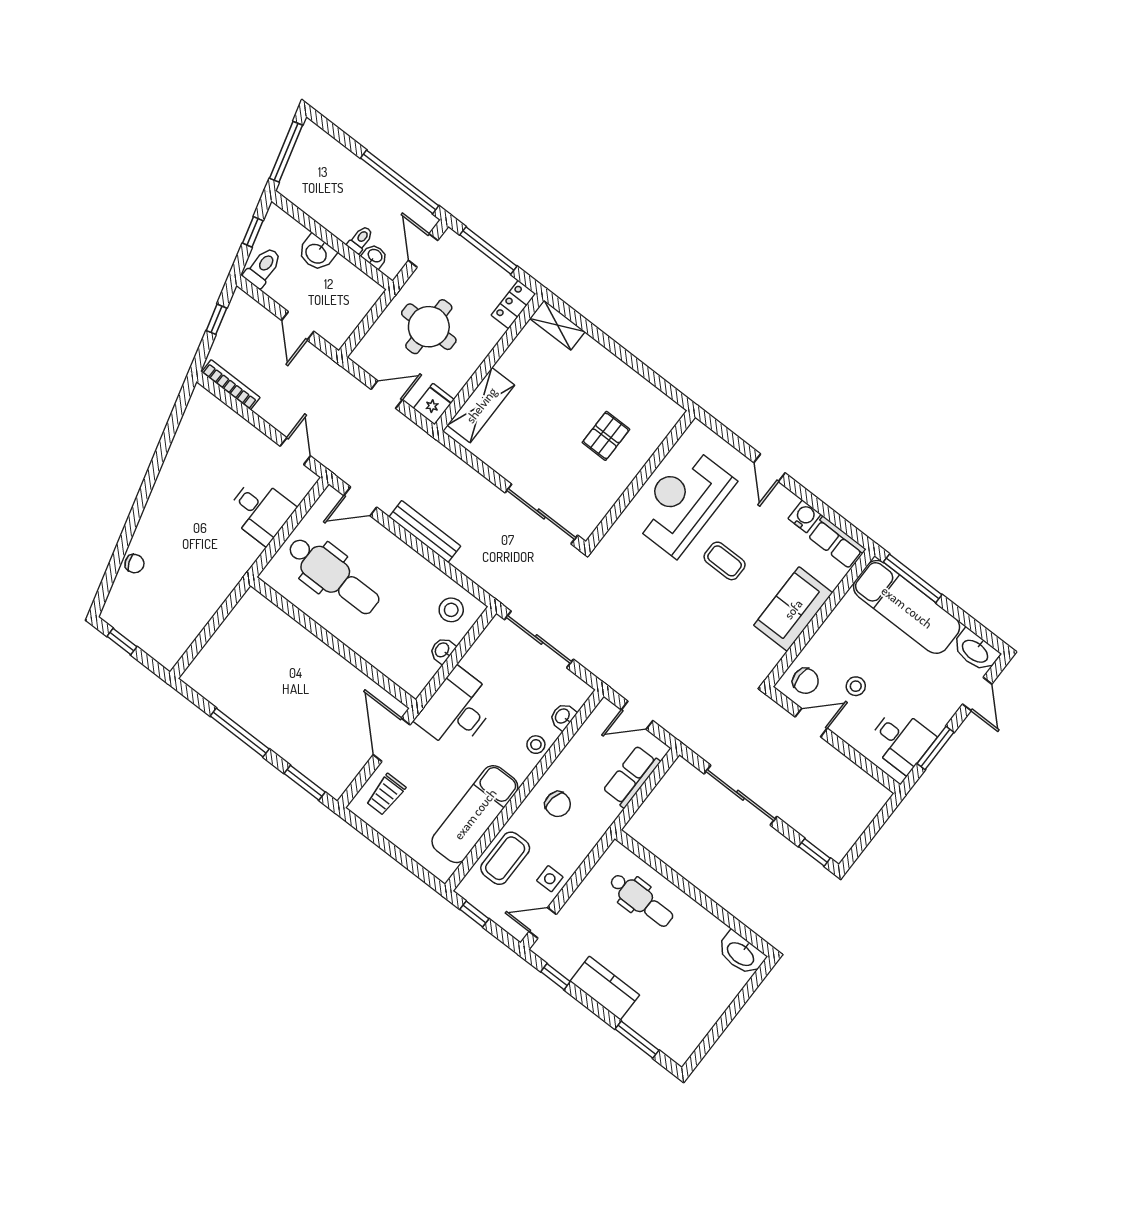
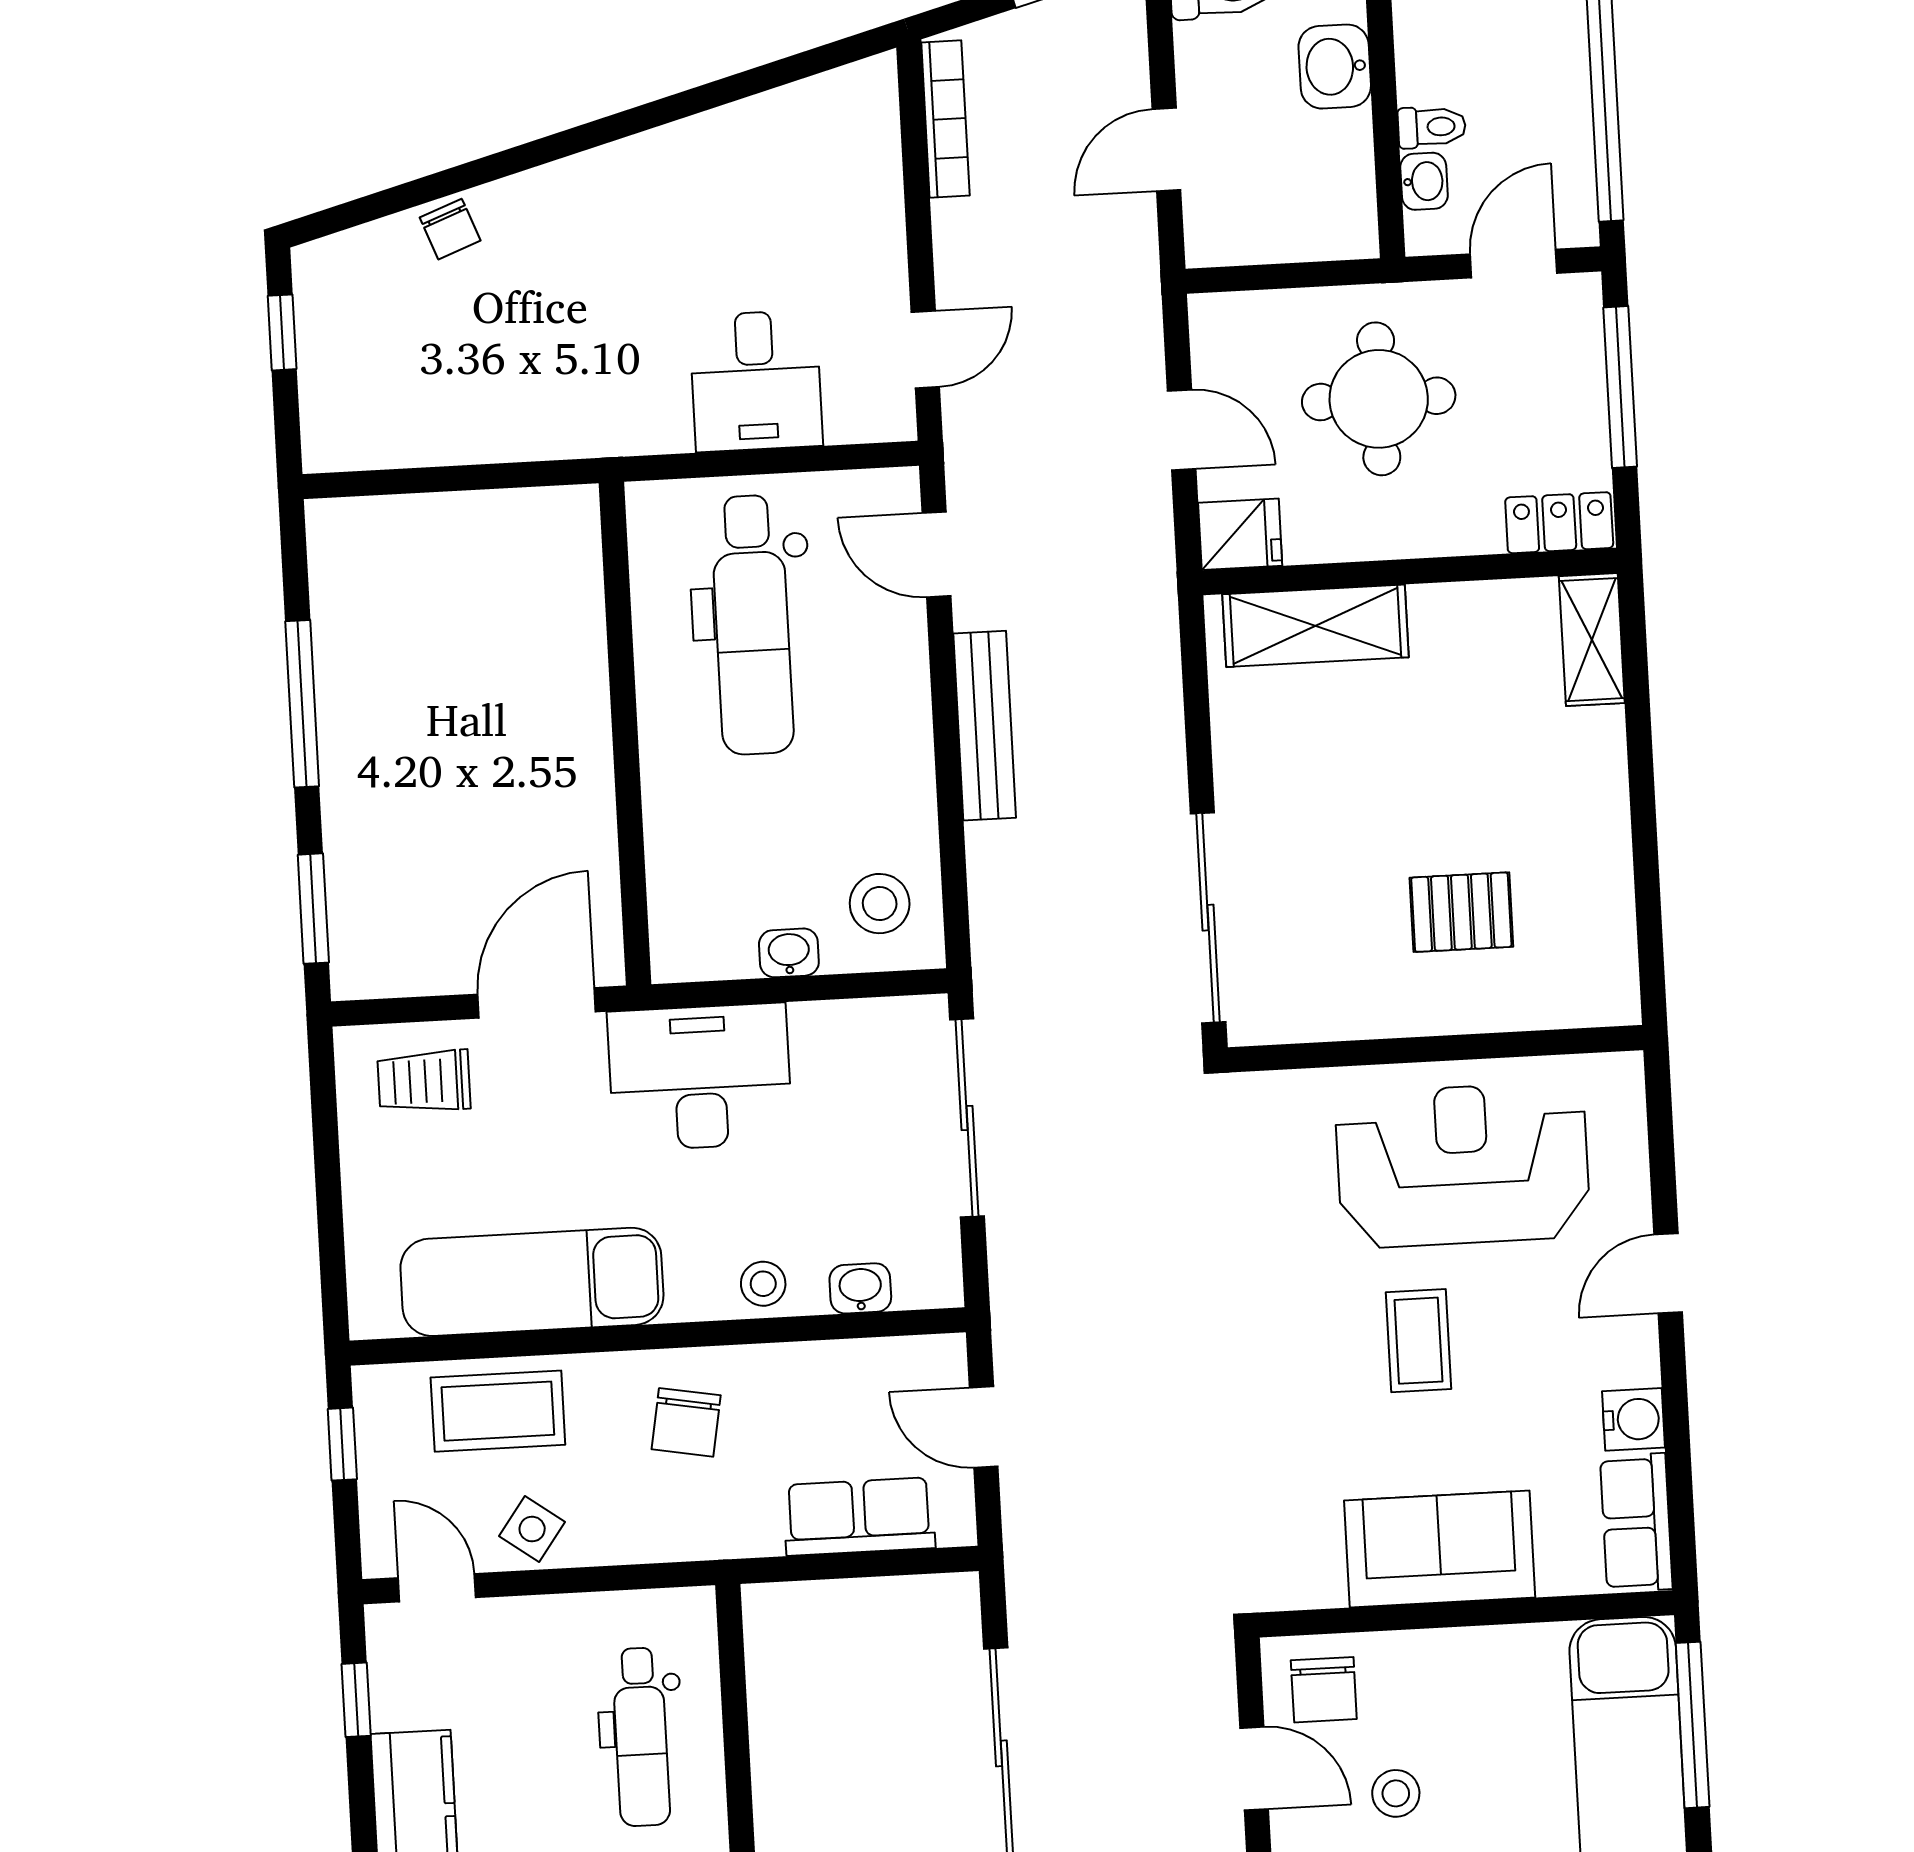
side table: (550, 879) -> (532, 1529), turned 36

